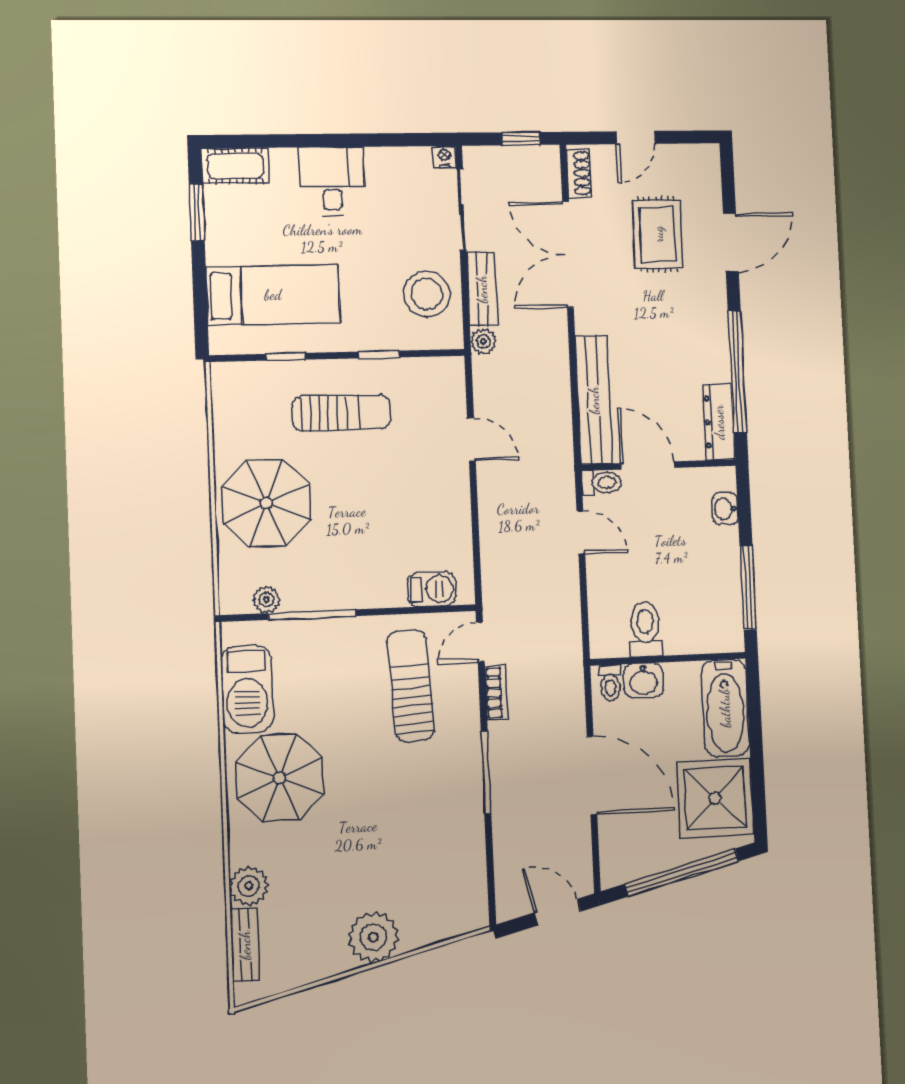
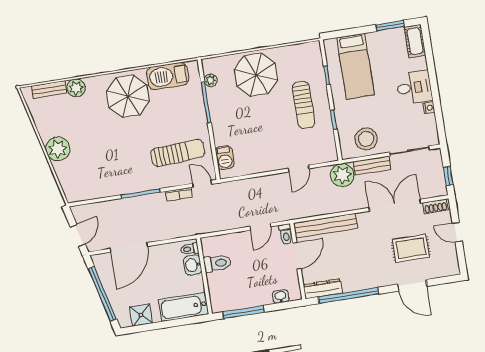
nightstand: (444, 157) -> (429, 108), moved
plant: (483, 342) -> (342, 175), width x1.87, depth x1.87
door: (592, 776) -> (129, 247), moved
shower: (715, 798) -> (141, 315), width x0.54, depth x0.54

